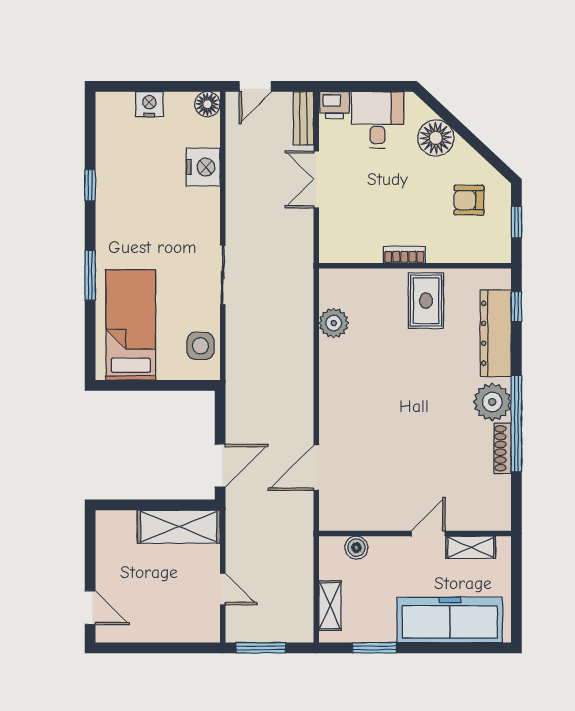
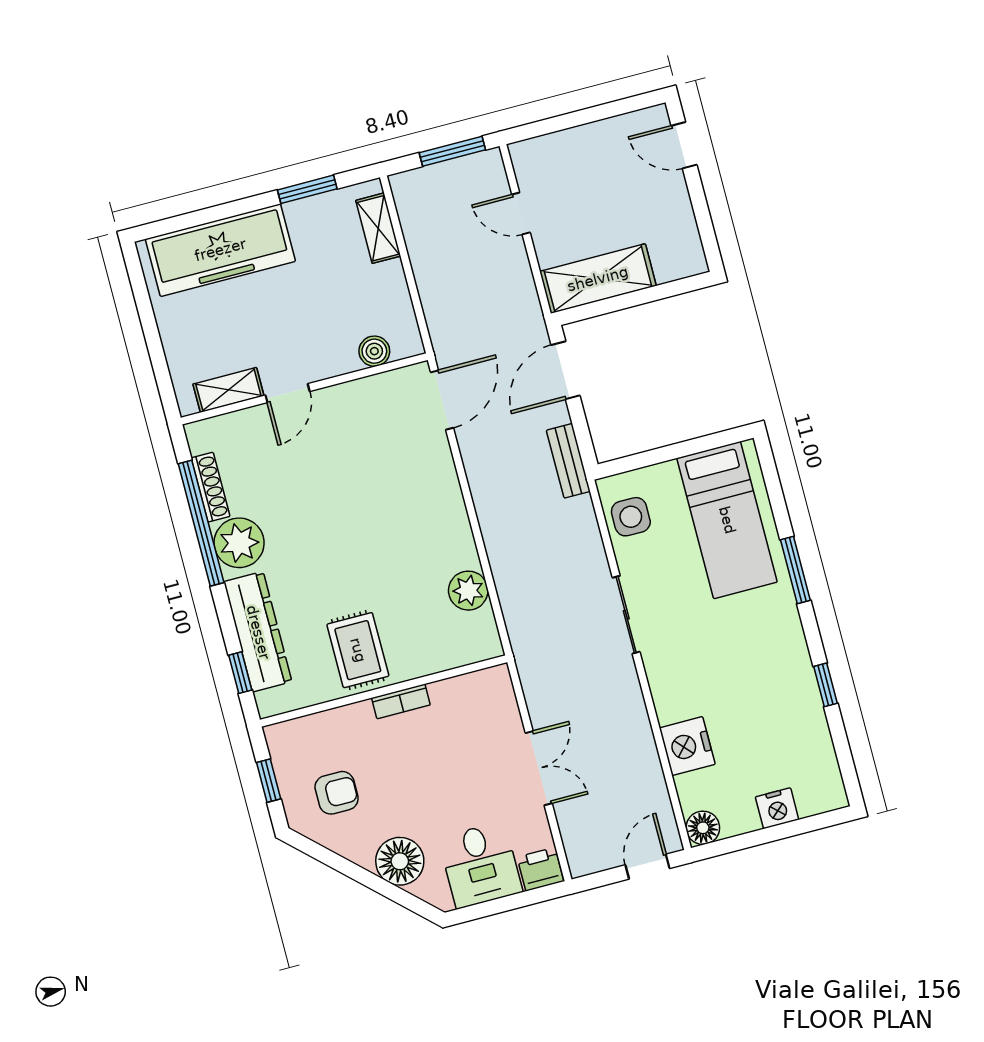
bench: (303, 118) -> (568, 461), moved
wall: (415, 533) -> (304, 389), moved
door: (428, 533) -> (287, 393), moved
shelving: (471, 547) -> (228, 390), moved
boiler: (356, 548) -> (374, 351), moved

